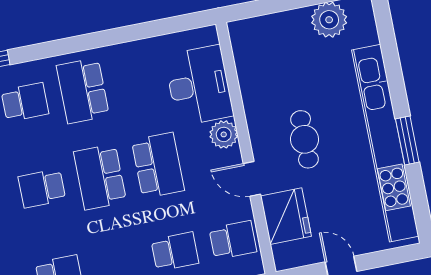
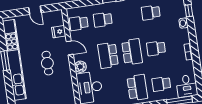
school desk: (42, 188) -> (156, 48), turned 180
fridge: (286, 216) -> (59, 32), width x0.53, depth x0.75

